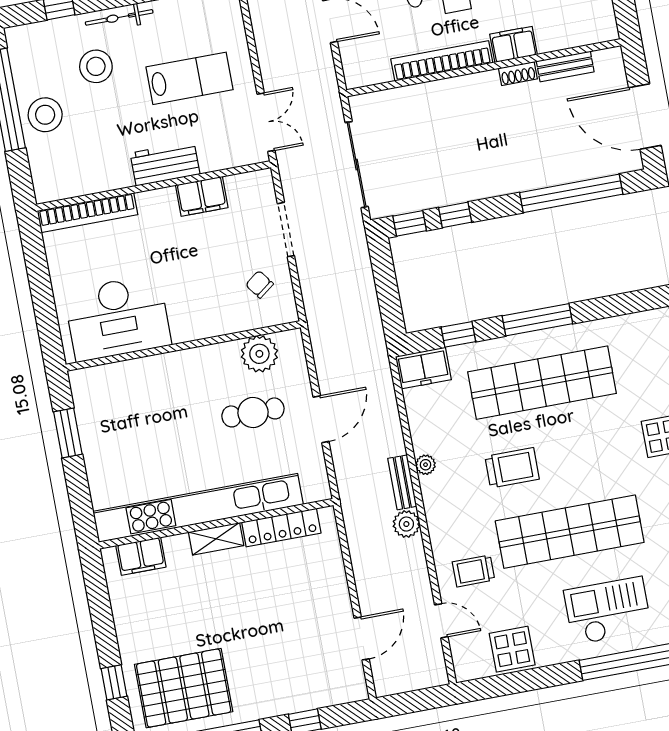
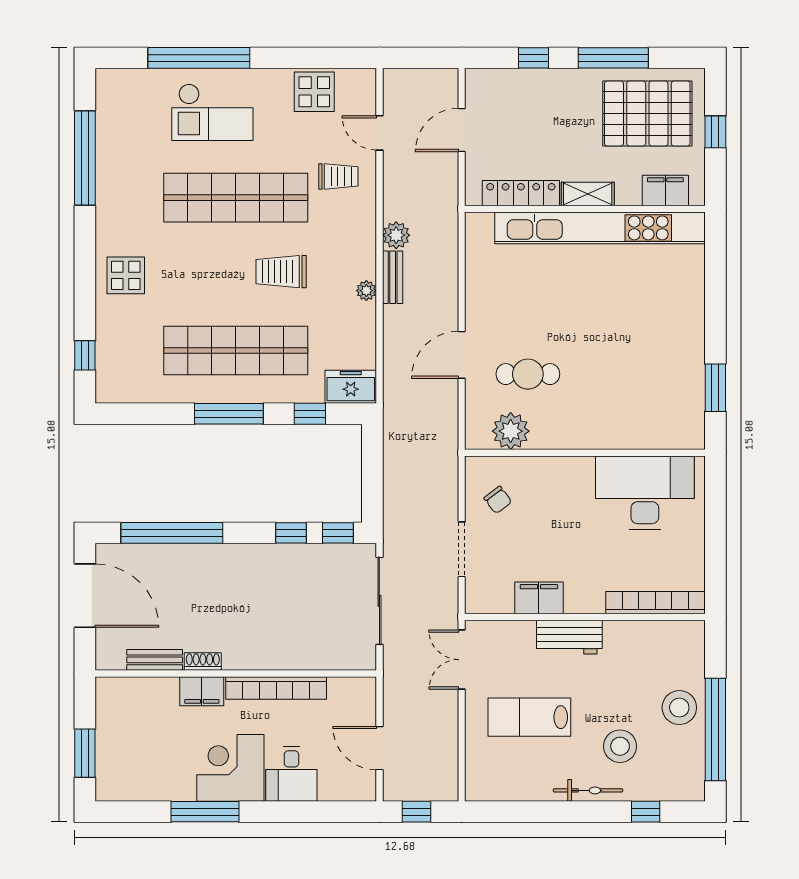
kitchen unit: (198, 508) -> (600, 228), moved
wall: (216, 524) -> (585, 209), moved
locker: (281, 528) -> (521, 193), moved
shelving: (216, 539) -> (588, 194), moved
filing cabinet: (141, 556) -> (665, 190), moved

